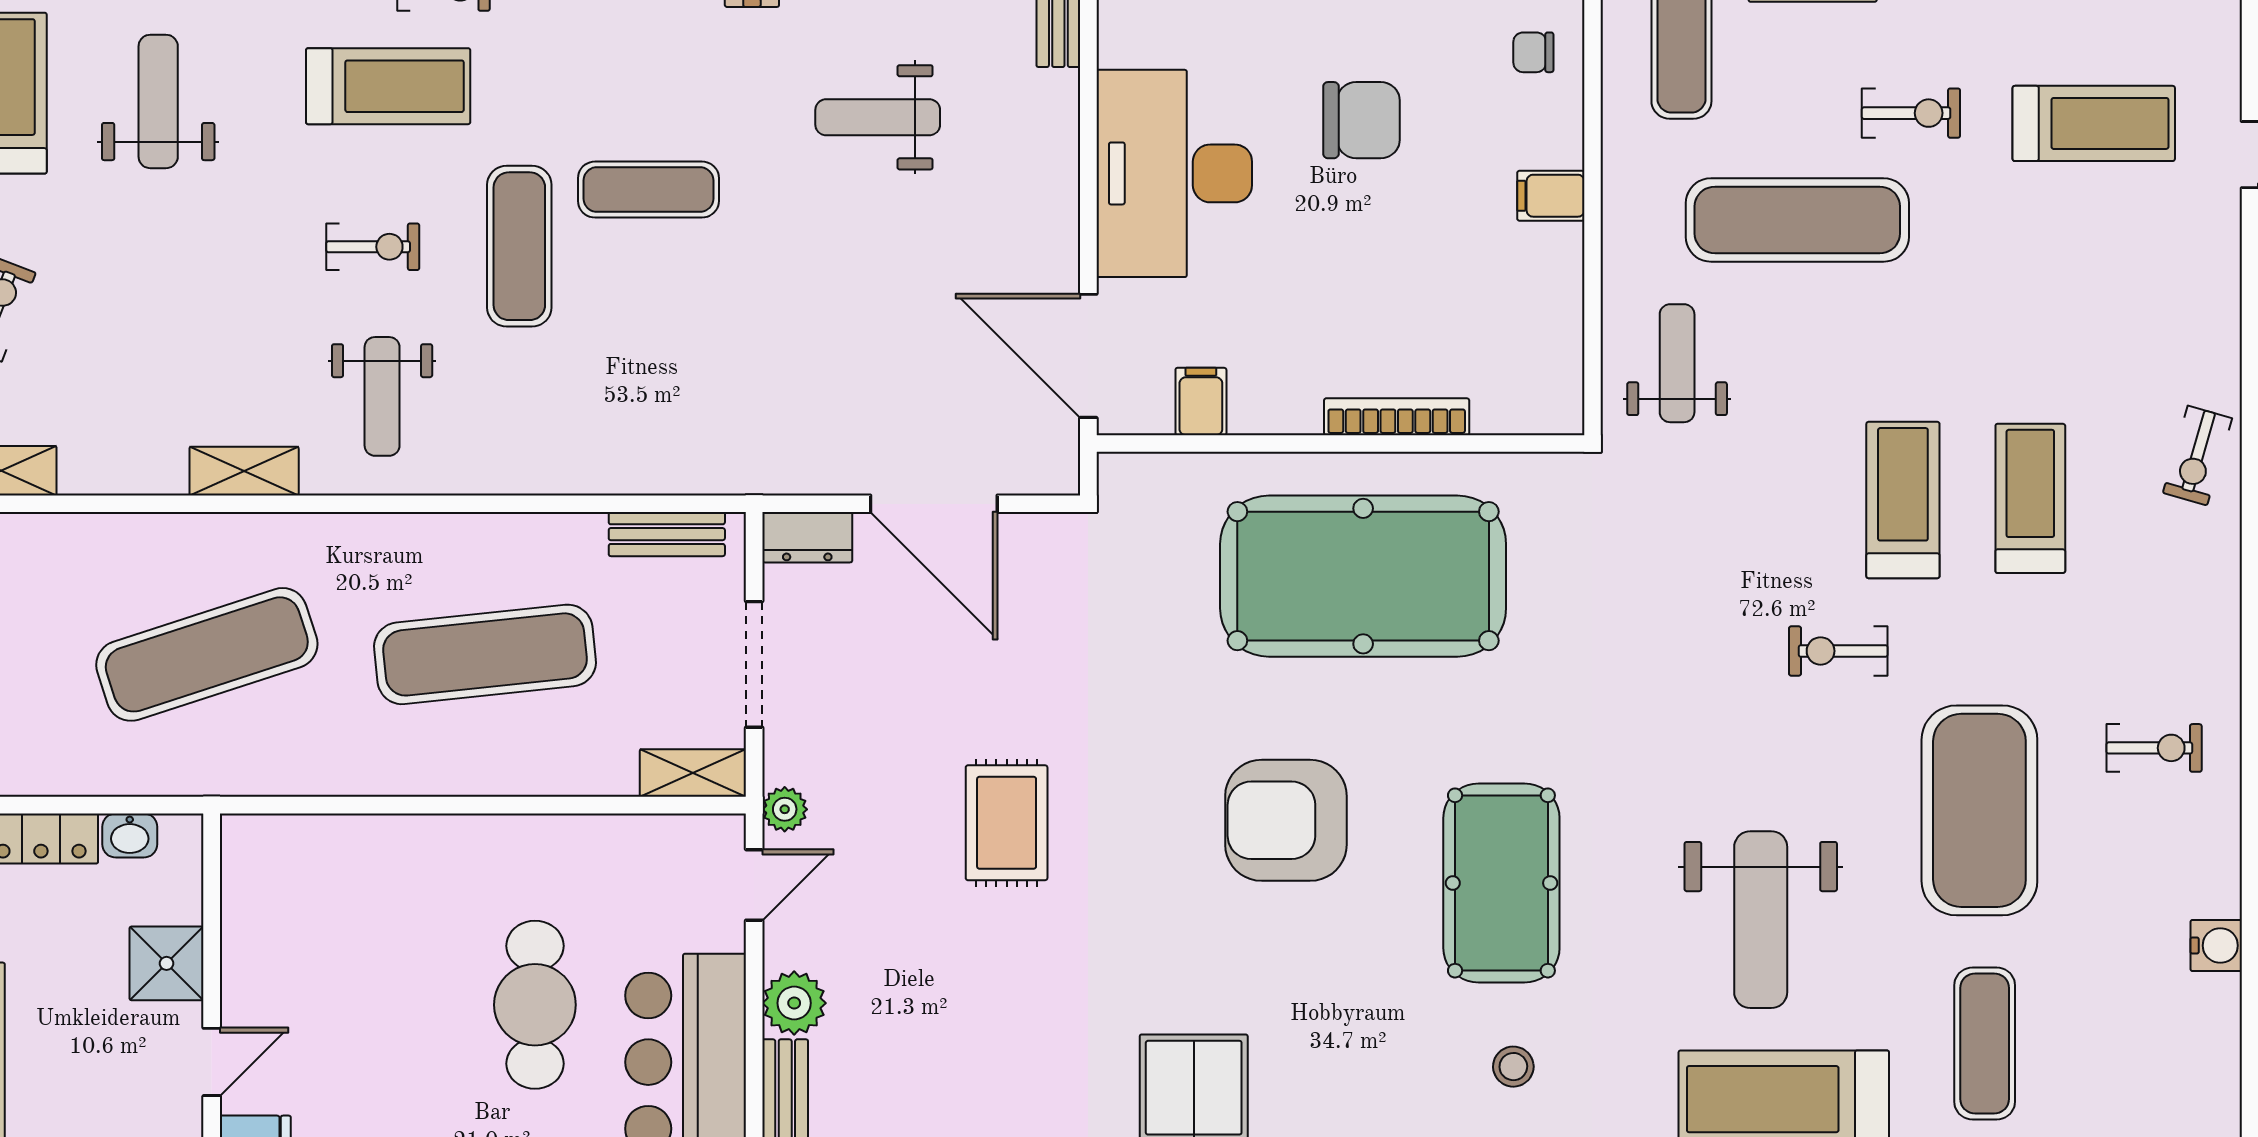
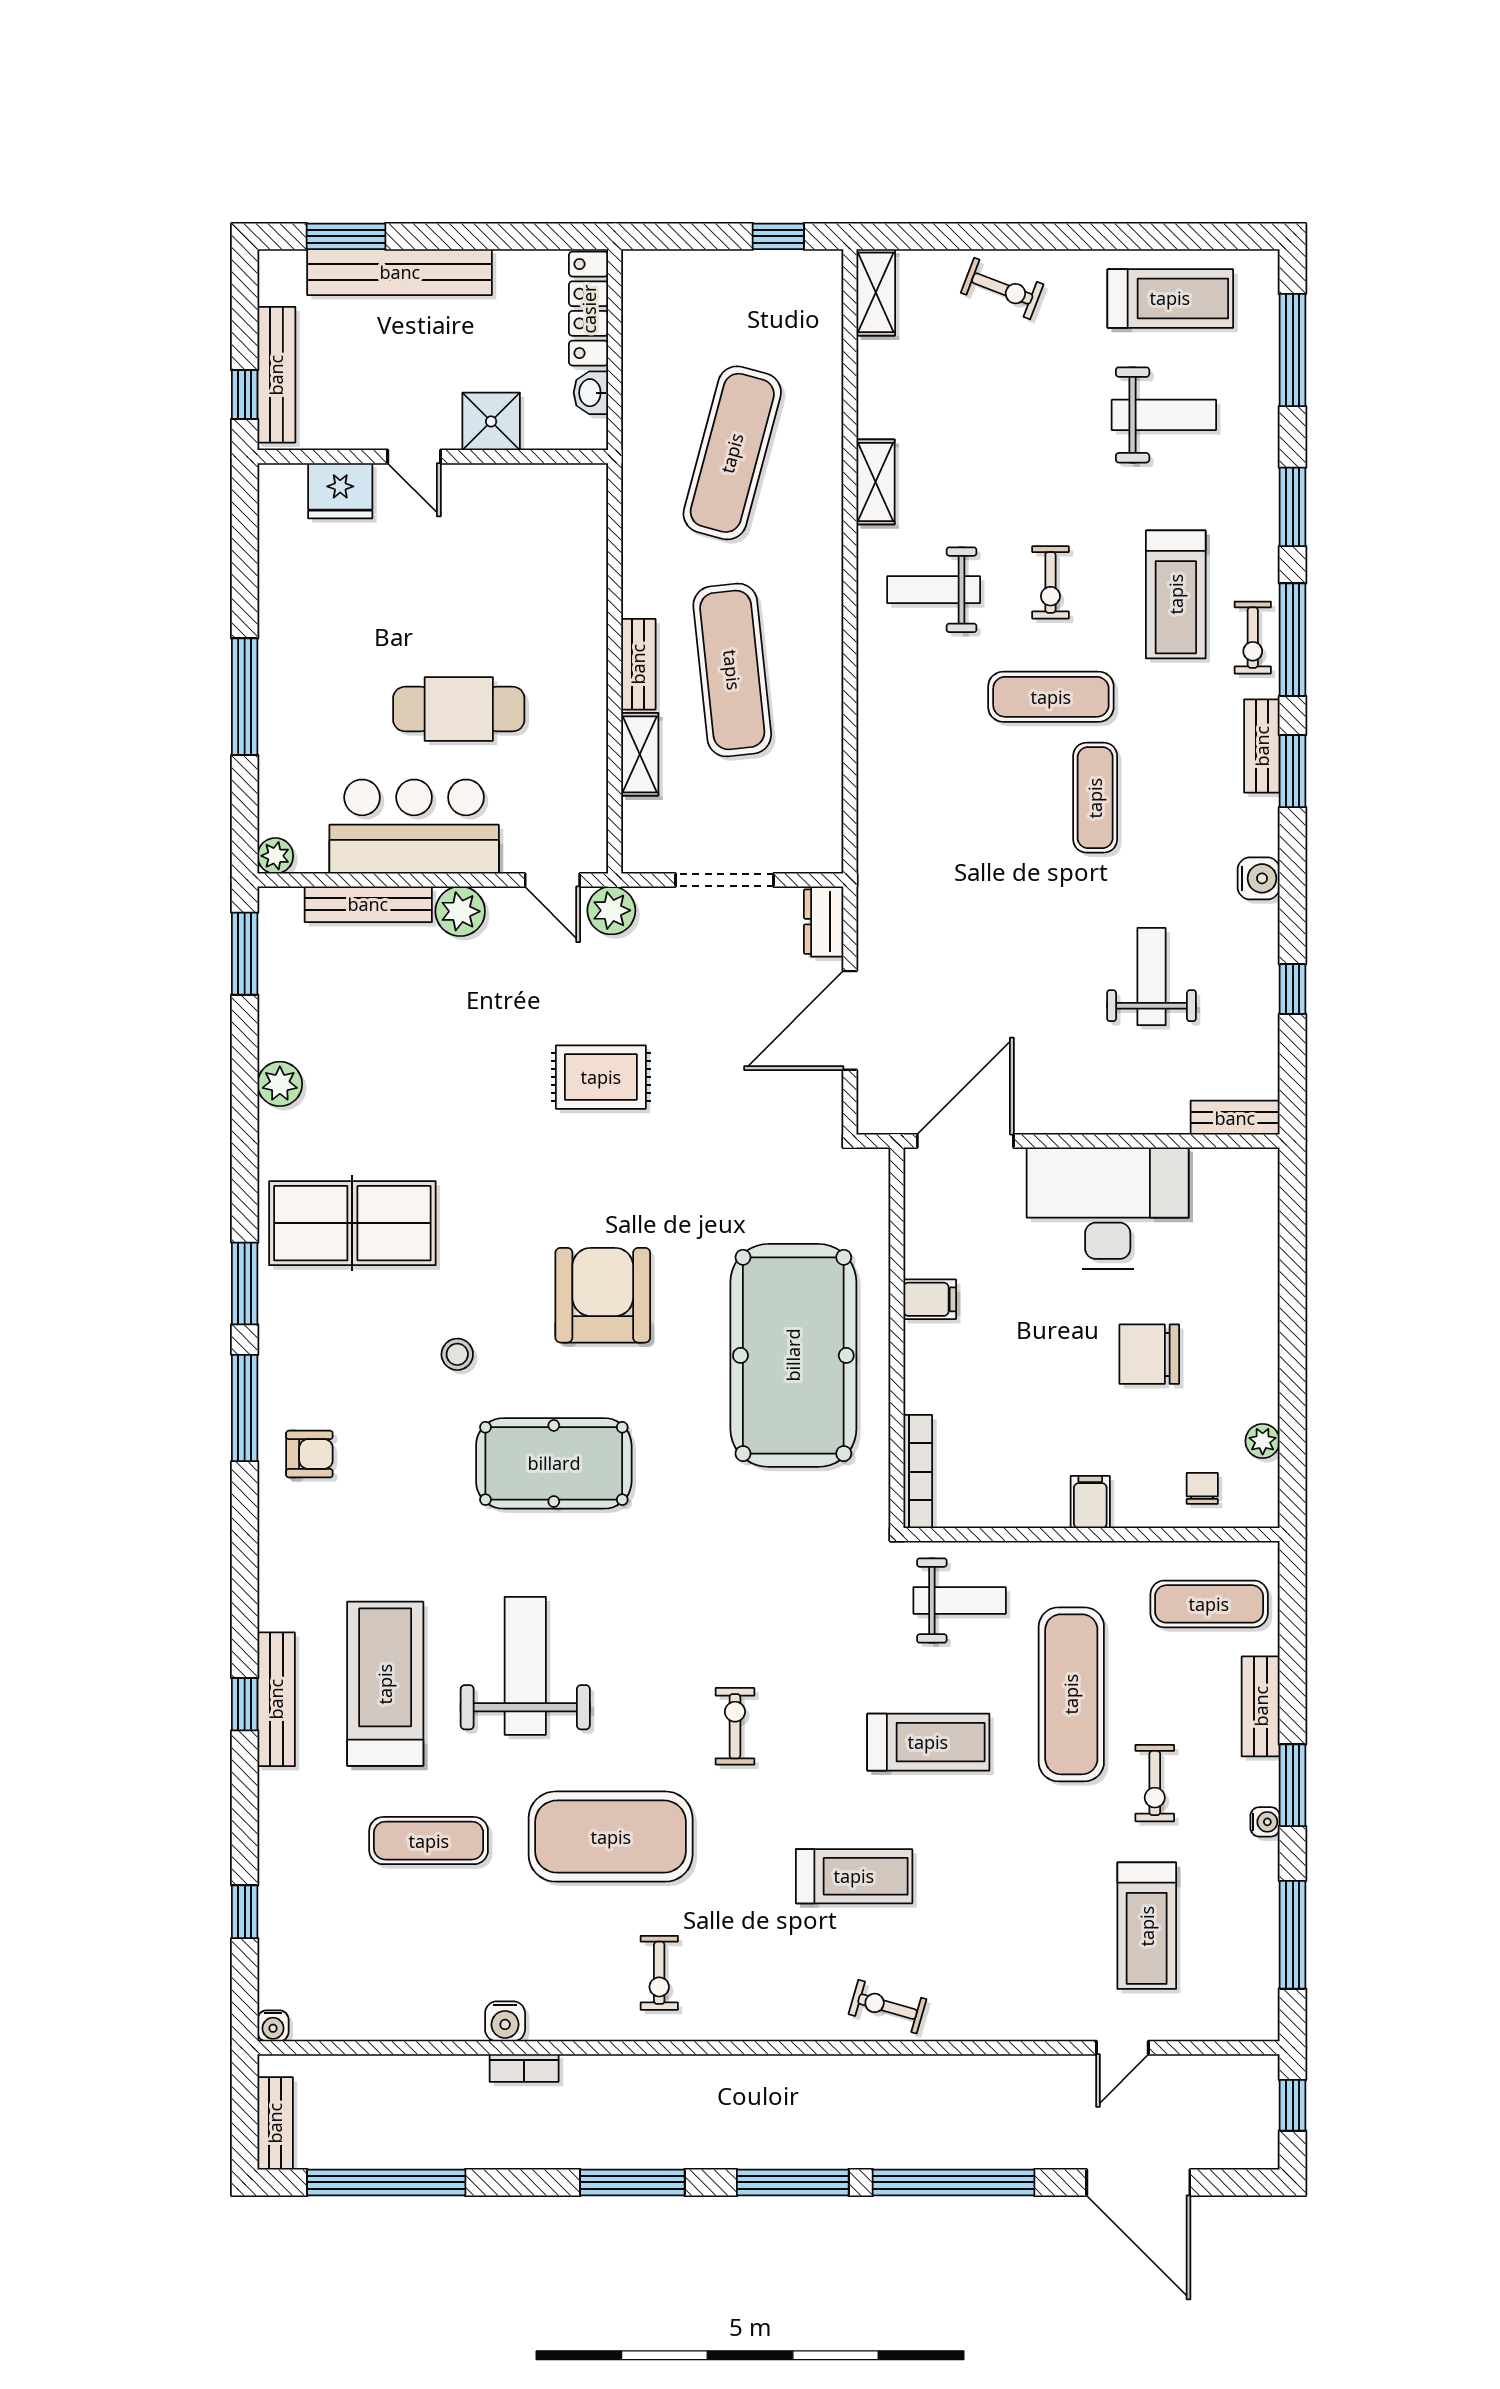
chair: (1362, 120) -> (1149, 1354), turned 90
filing cabinet: (1201, 401) -> (930, 1299), moved
bookcase: (1397, 417) -> (918, 1472), moved
treadmill: (1903, 500) -> (928, 1742), moved
bench: (667, 534) -> (638, 664), moved
exercise mat: (207, 654) -> (732, 453), turned 33
shelving: (693, 773) -> (640, 754), moved
plant: (785, 809) -> (611, 910), width x1.38, depth x1.38
weight bench: (1761, 920) -> (525, 1666), turned 90
stool: (1513, 1067) -> (457, 1354), moved

